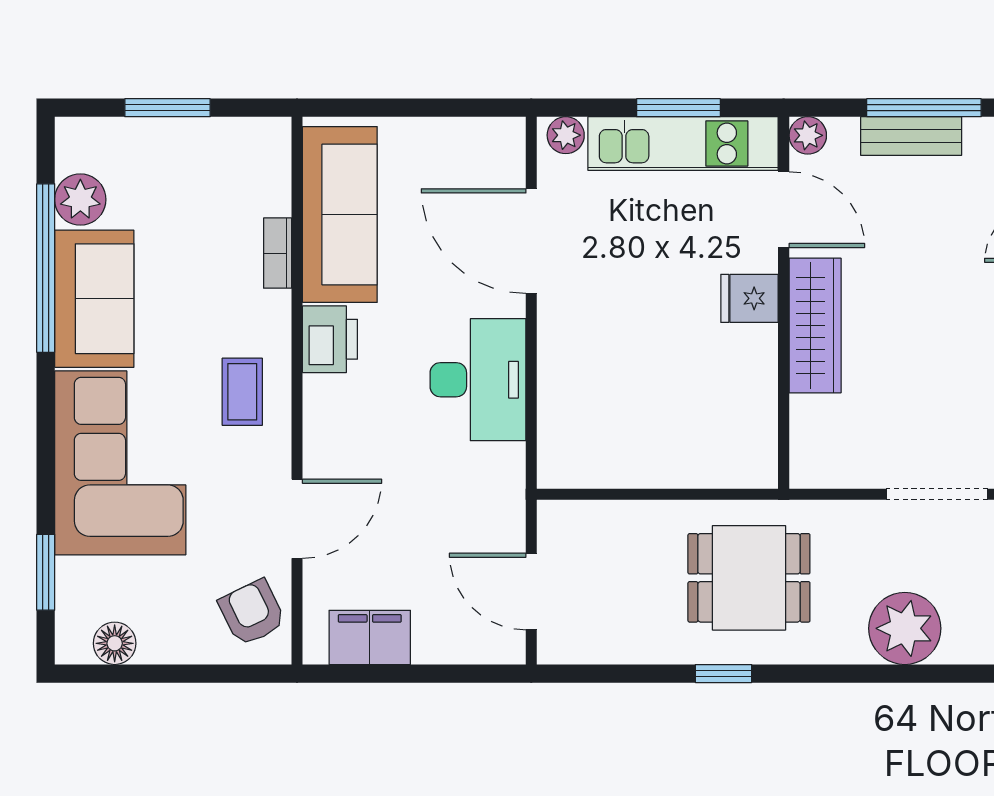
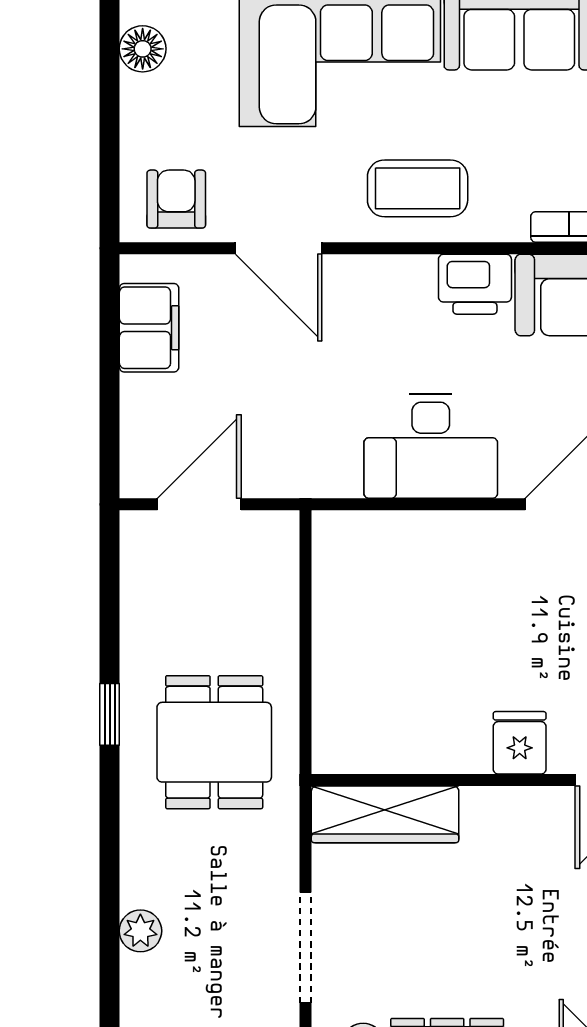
wardrobe: (815, 326) -> (385, 814), moved
coffee table: (242, 392) -> (418, 188), width x1.36, depth x1.30
armchair: (252, 613) -> (176, 199), turned -64
plant: (905, 628) -> (140, 931), width x0.53, depth x0.53

